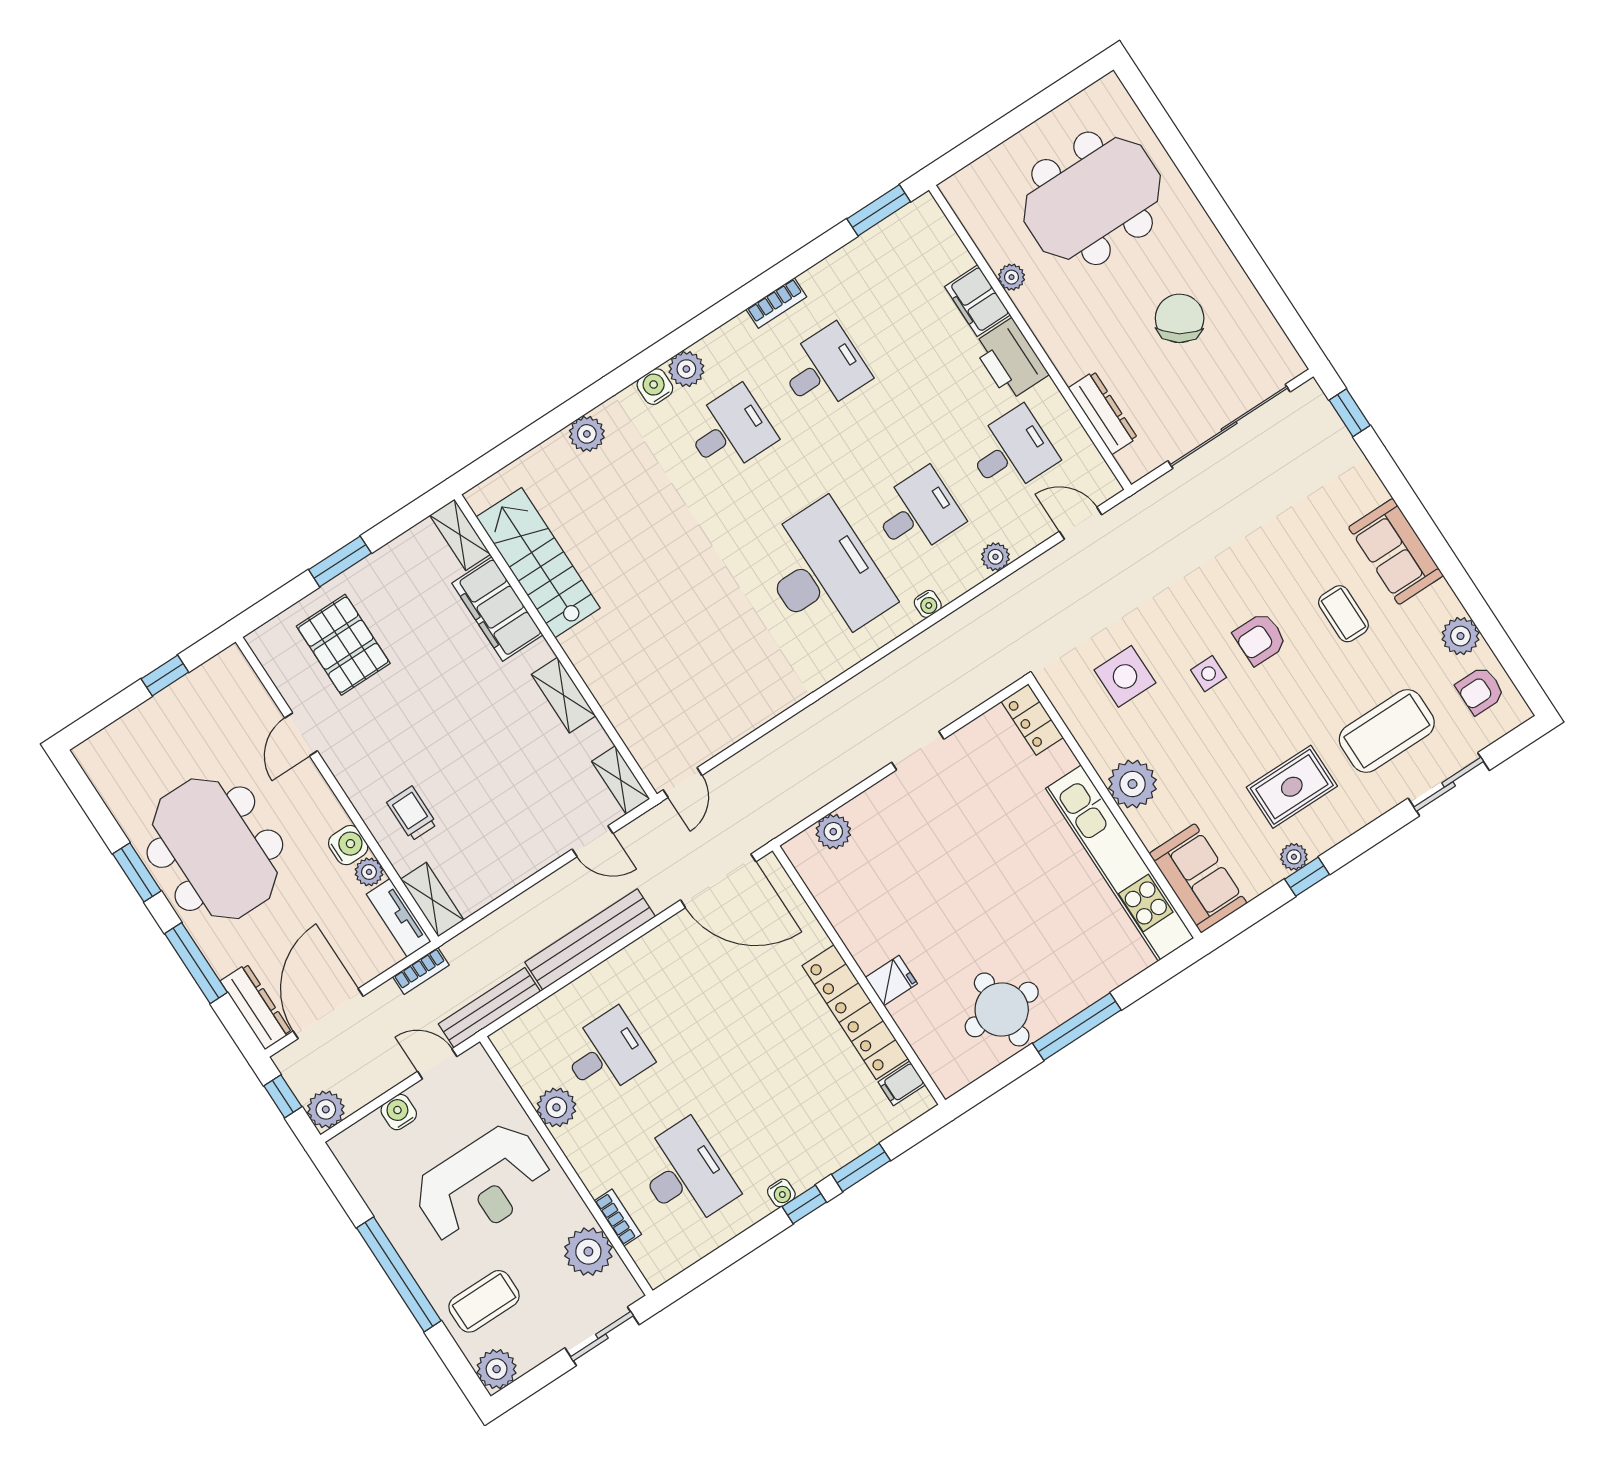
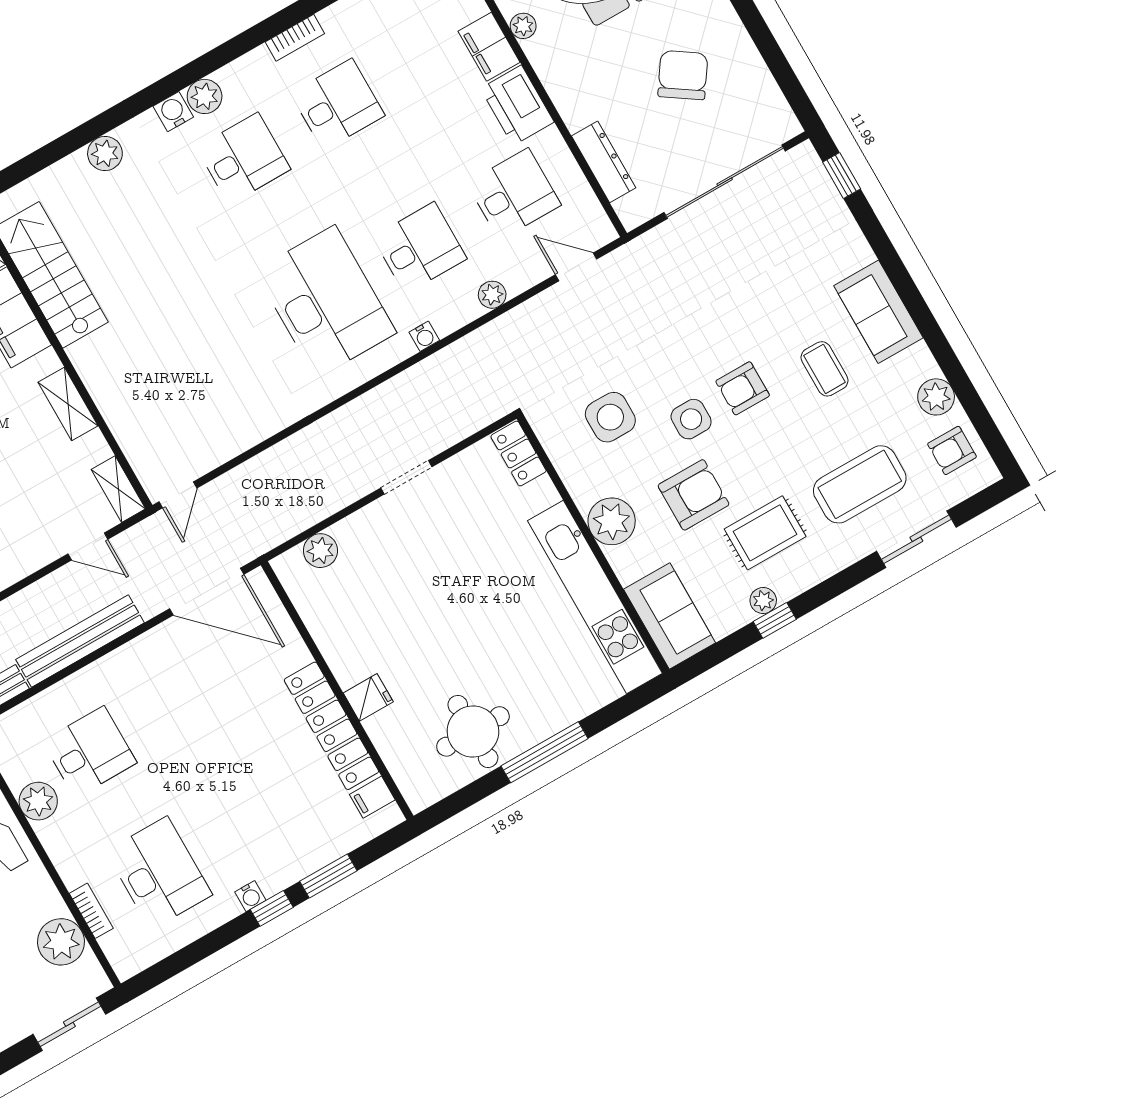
side table: (1209, 674) -> (691, 419), width x1.37, depth x1.37
armchair: (1216, 752) -> (694, 495), added

